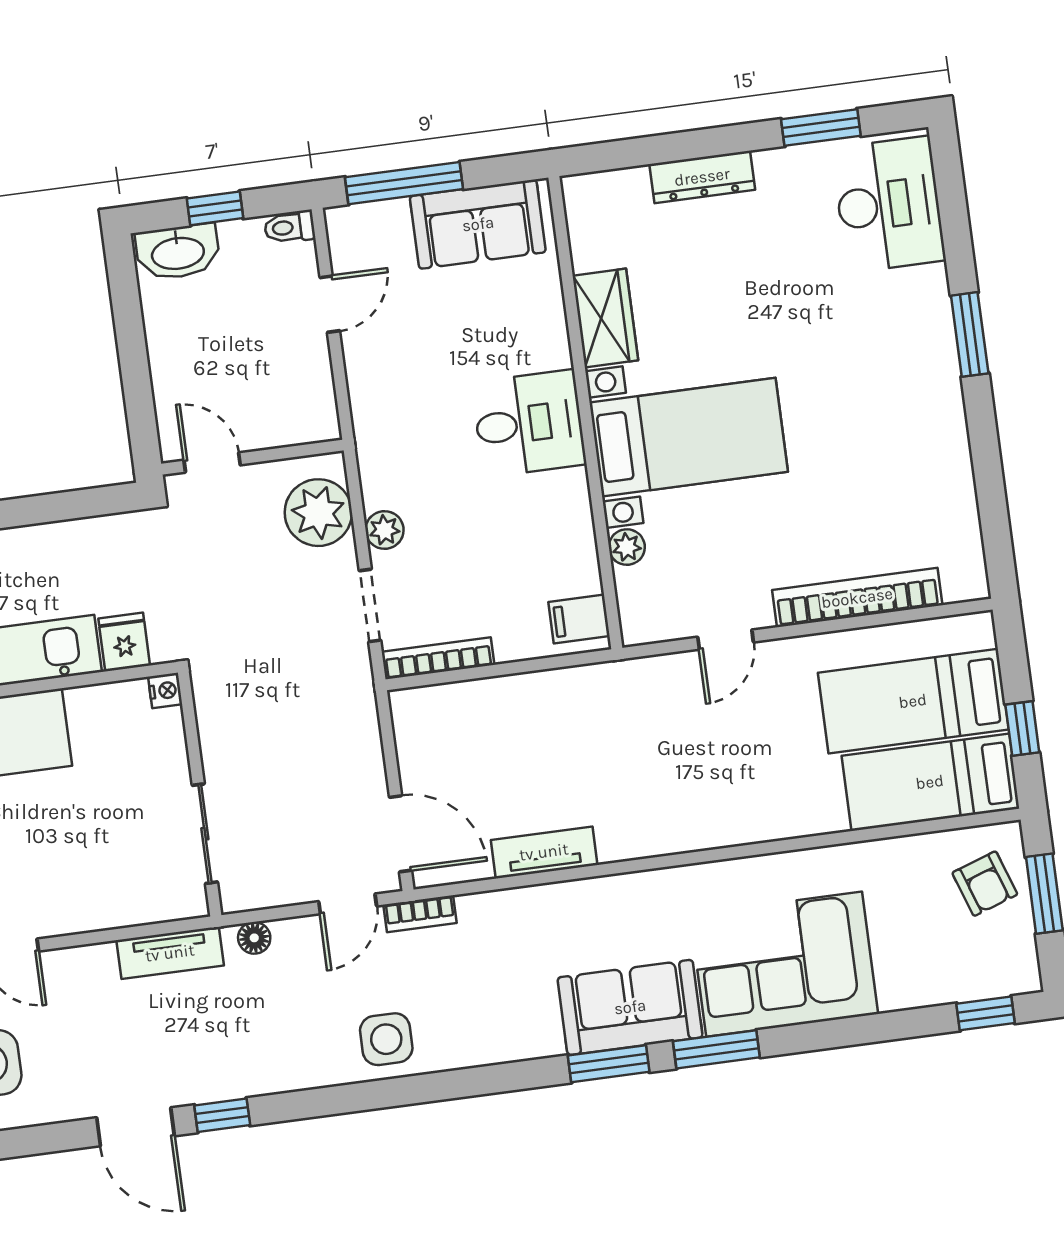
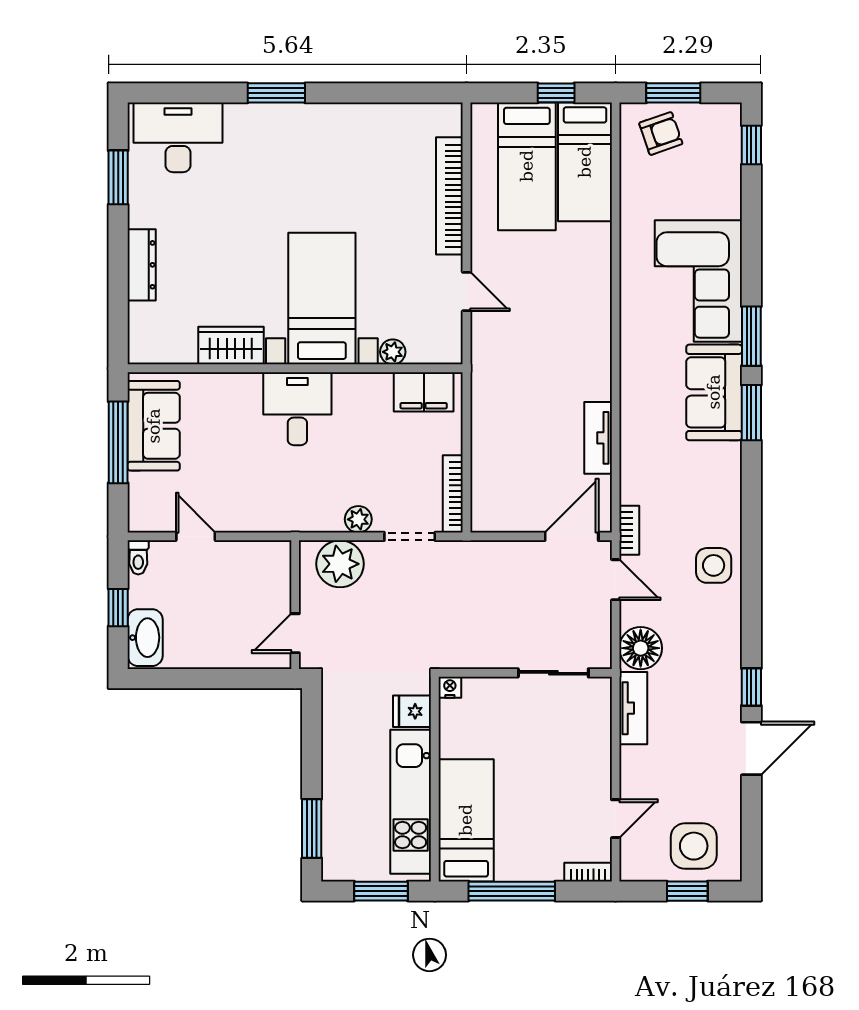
window: (404, 183) -> (118, 442), moved
filing cabinet: (579, 619) -> (424, 392), width x2.00
floor lamp: (254, 938) -> (641, 648), width x1.89, depth x1.89

